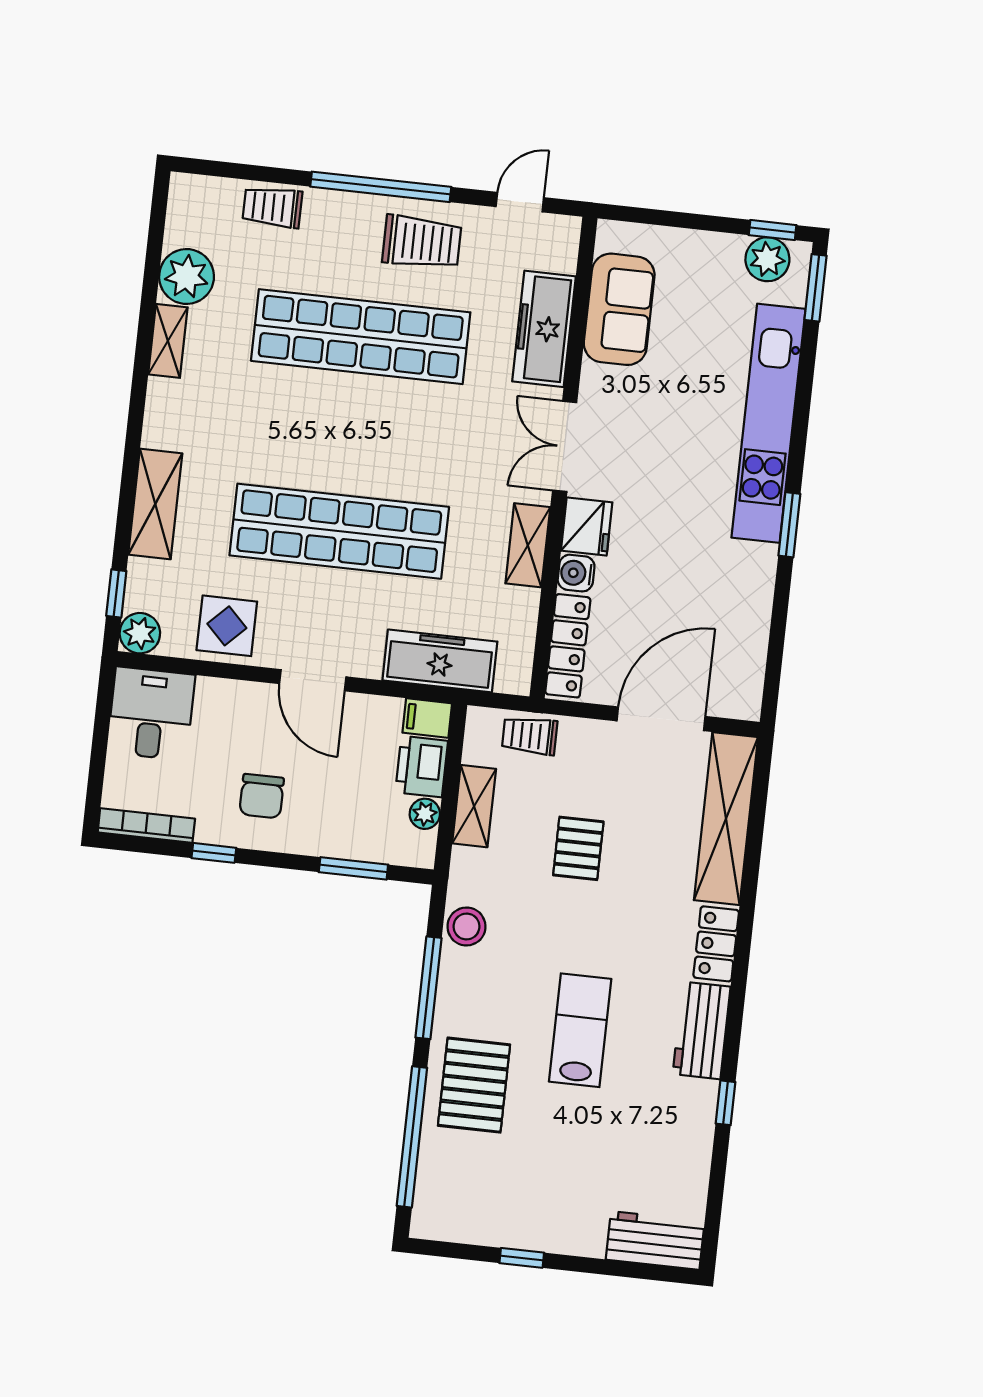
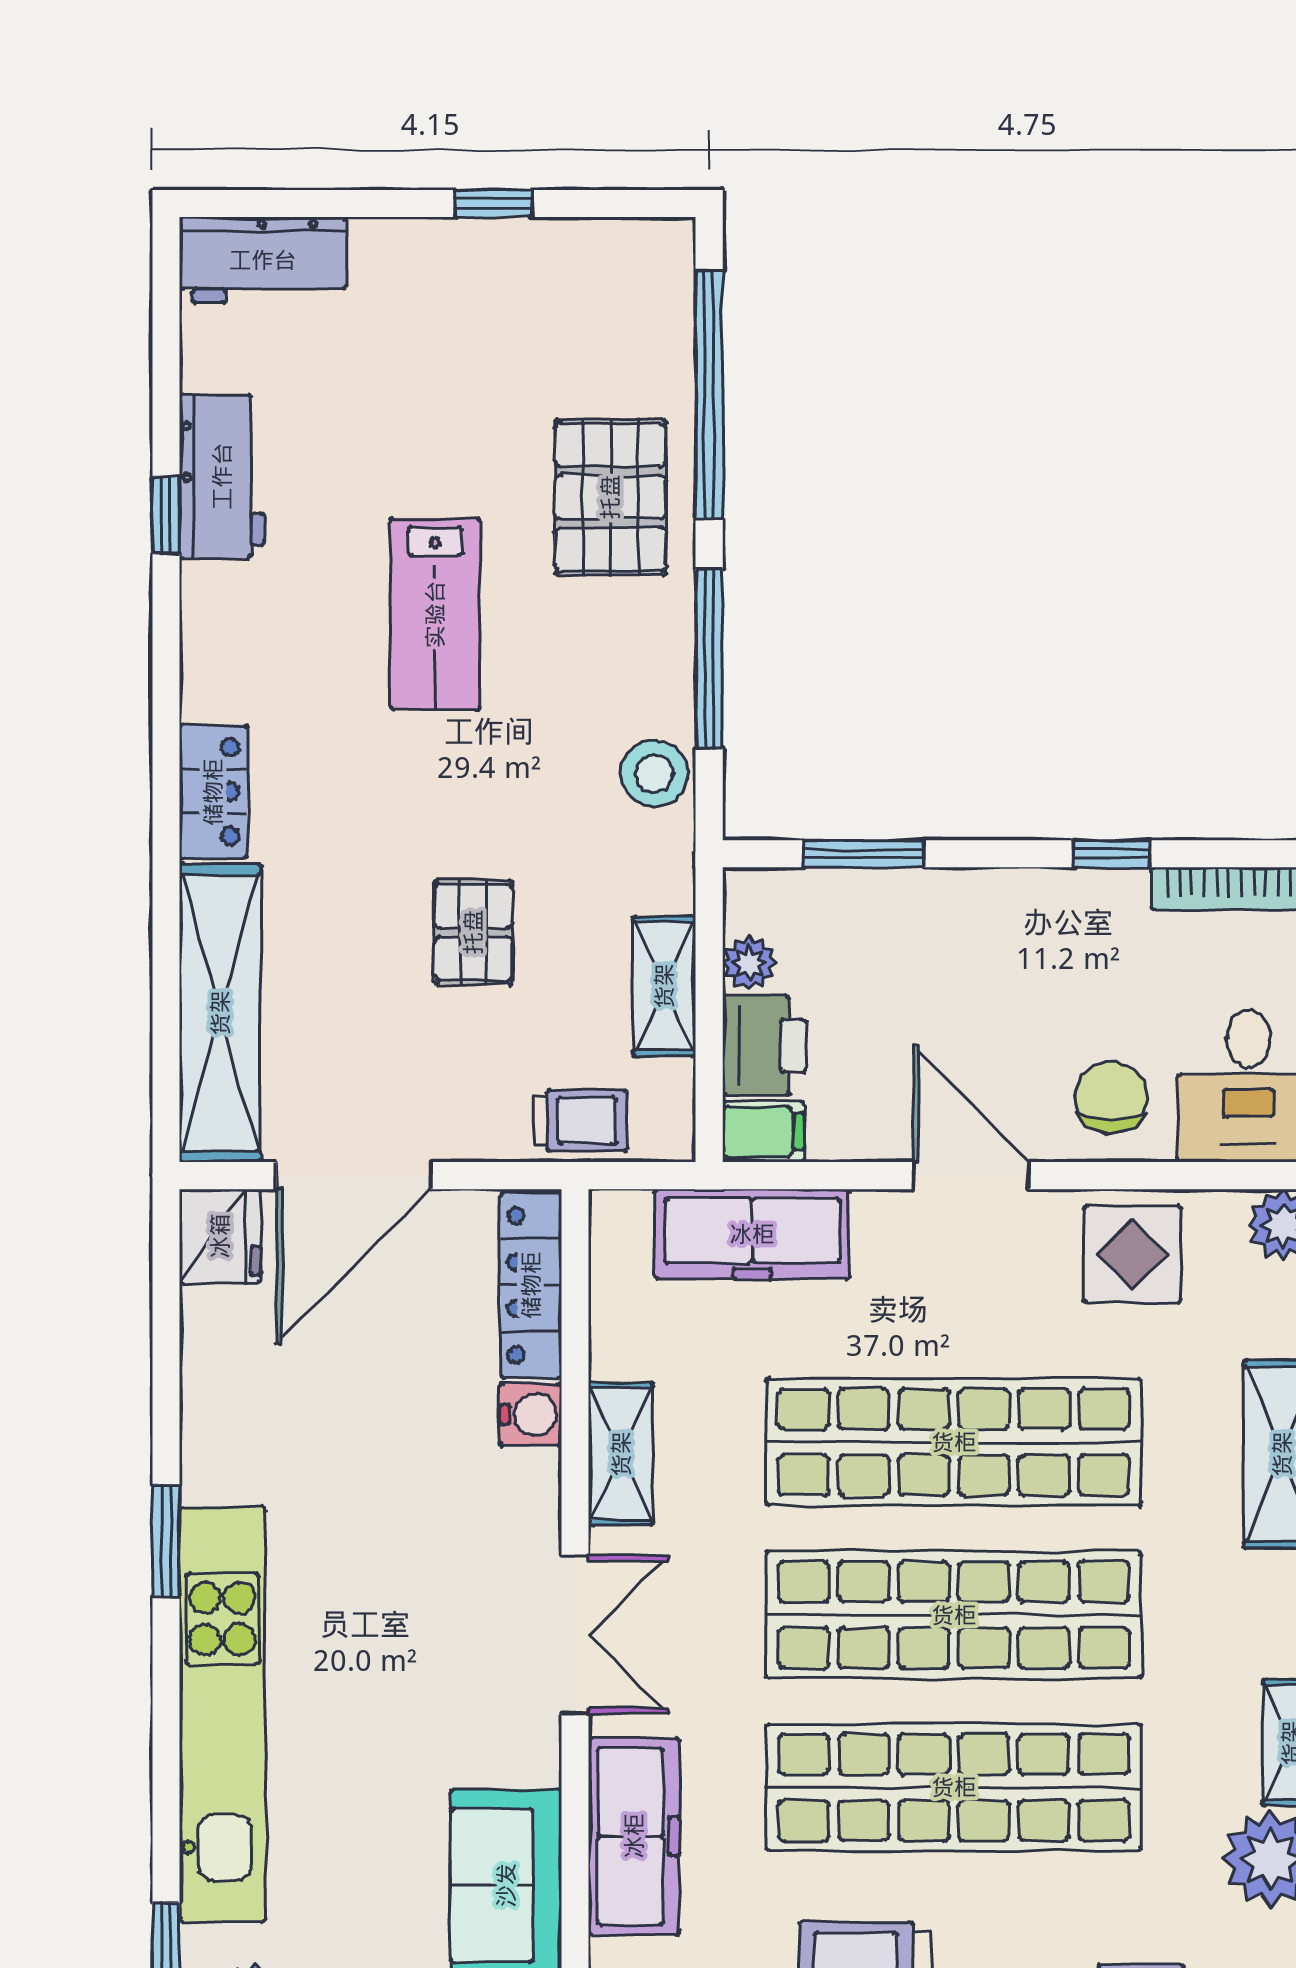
shop shelf: (350, 434) -> (954, 1615), added
fridge: (587, 527) -> (220, 1236), moved, turned 180
chair: (262, 796) -> (1111, 1098), moved
workbench: (702, 1030) -> (222, 476), moved

